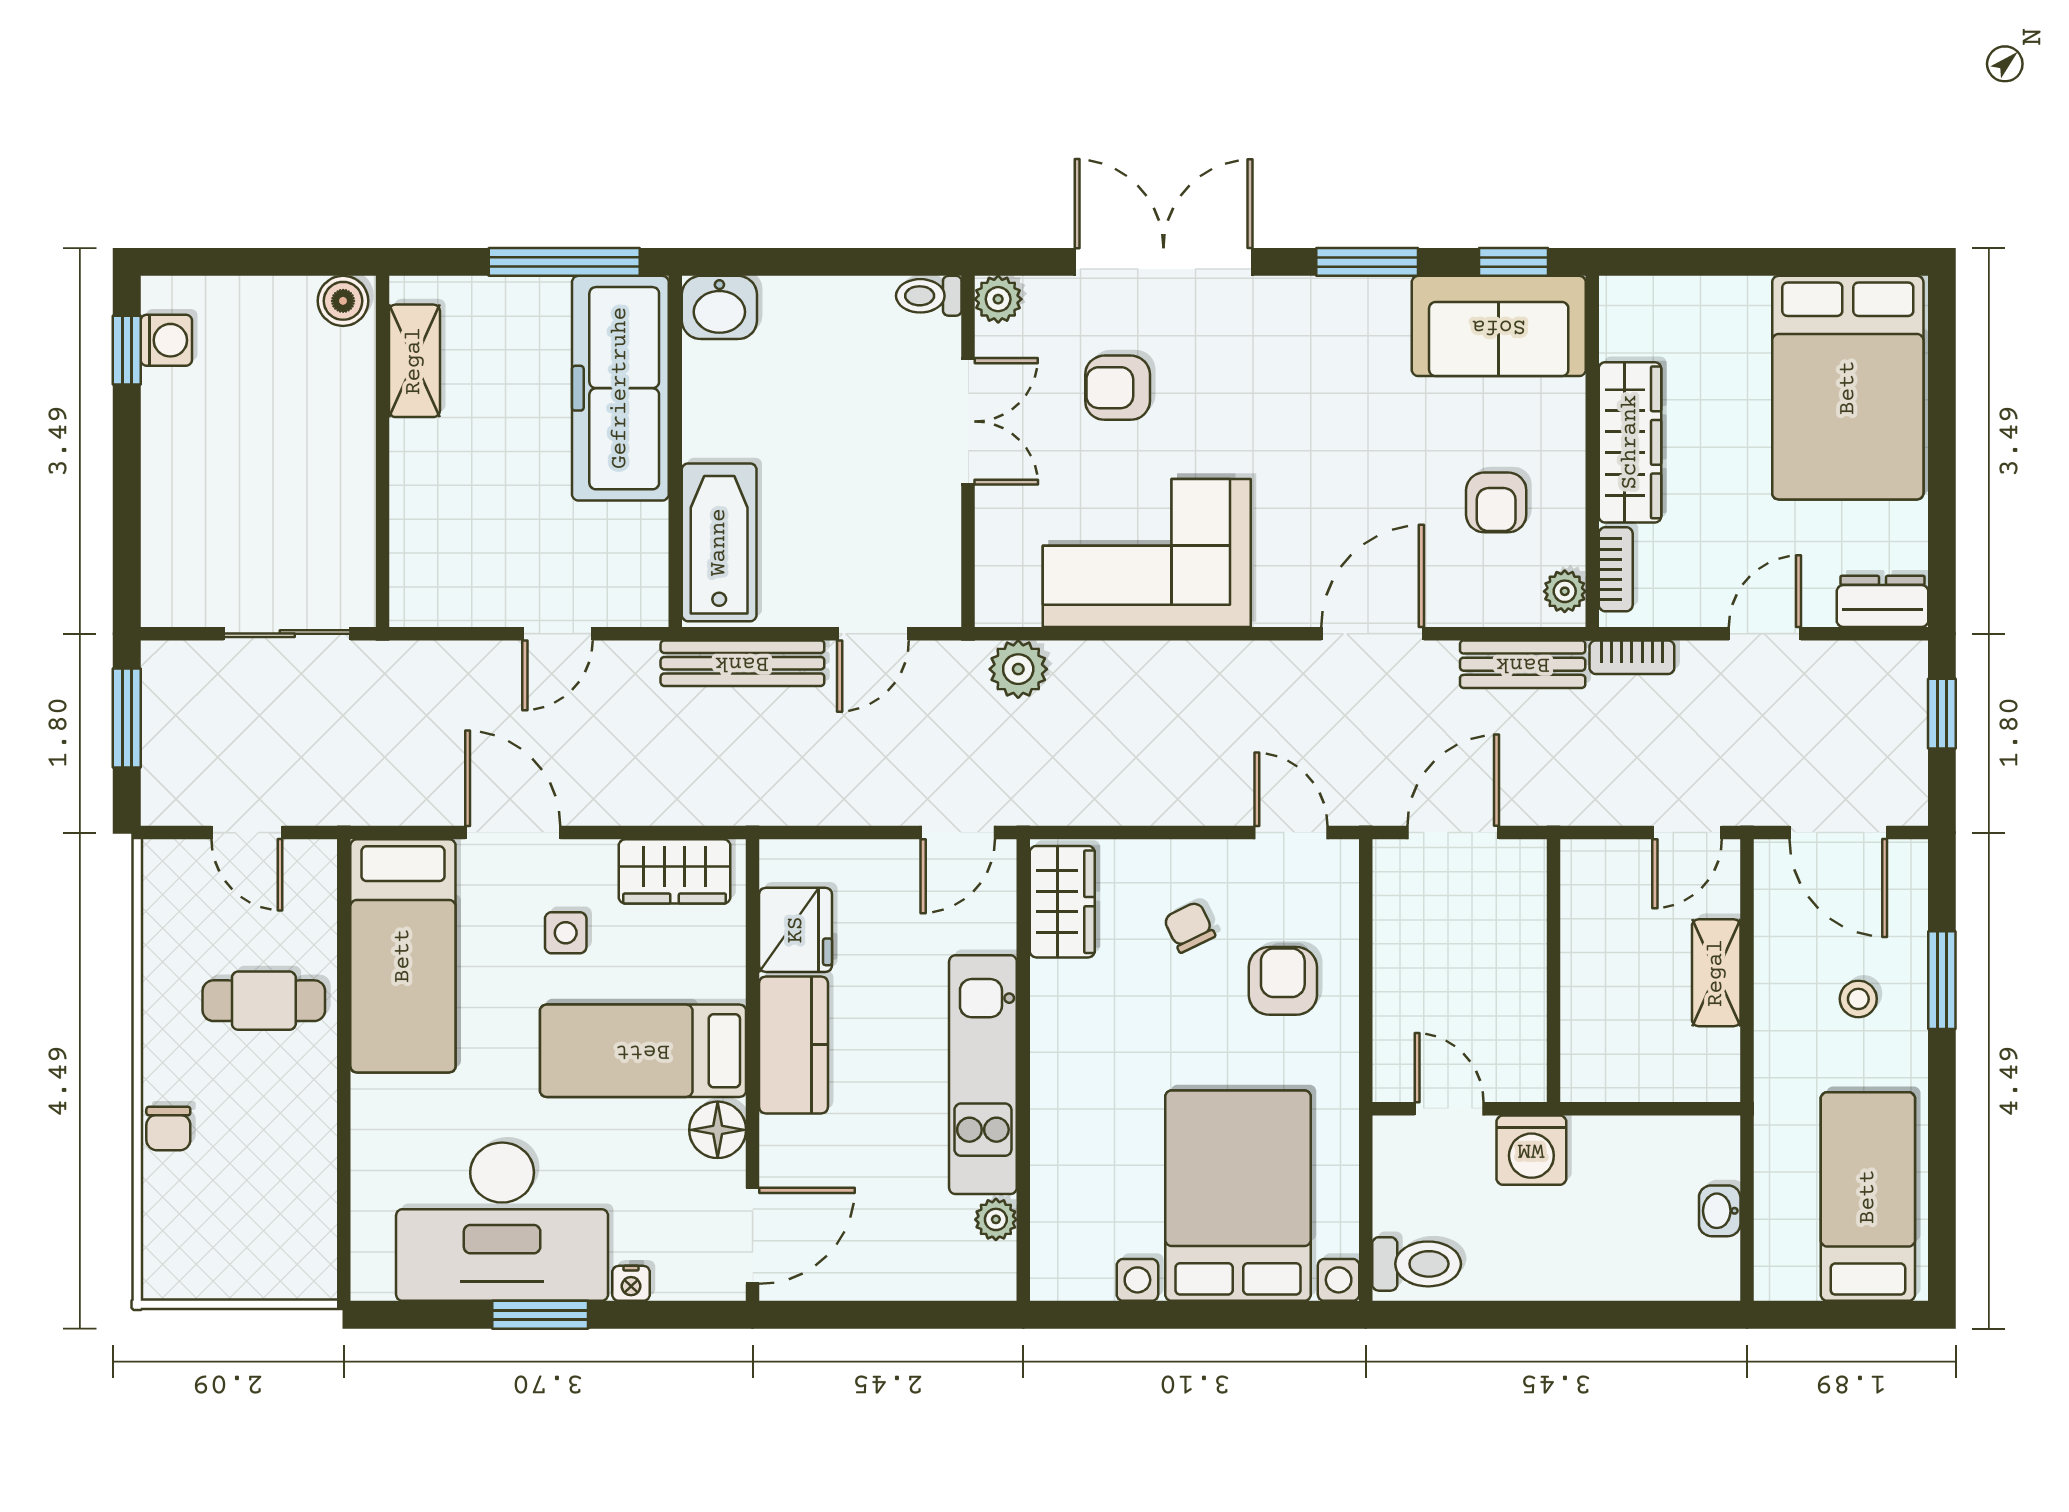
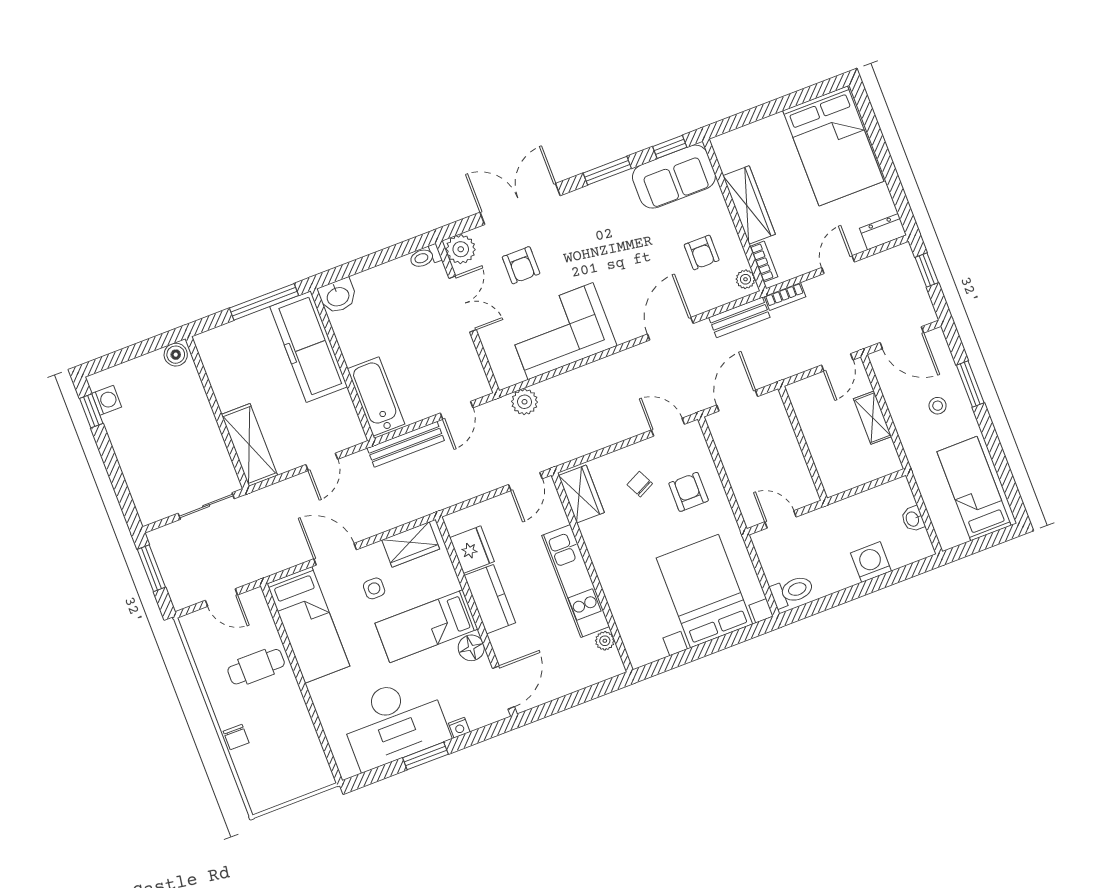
plant: (998, 299) -> (461, 249), width x1.38, depth x1.38
shelving: (414, 361) -> (249, 445), moved, width x1.50, depth x1.33
armchair: (1118, 388) -> (521, 265), turned -90
washing machine: (1531, 1150) -> (871, 562), moved, turned 180

